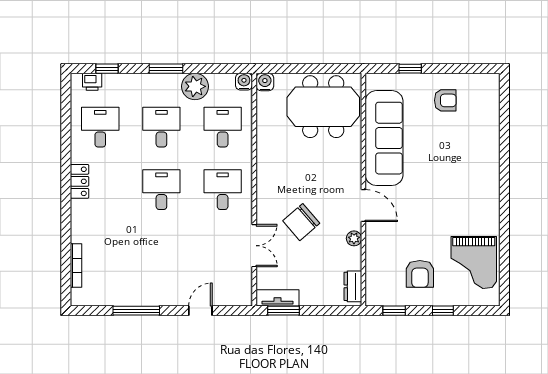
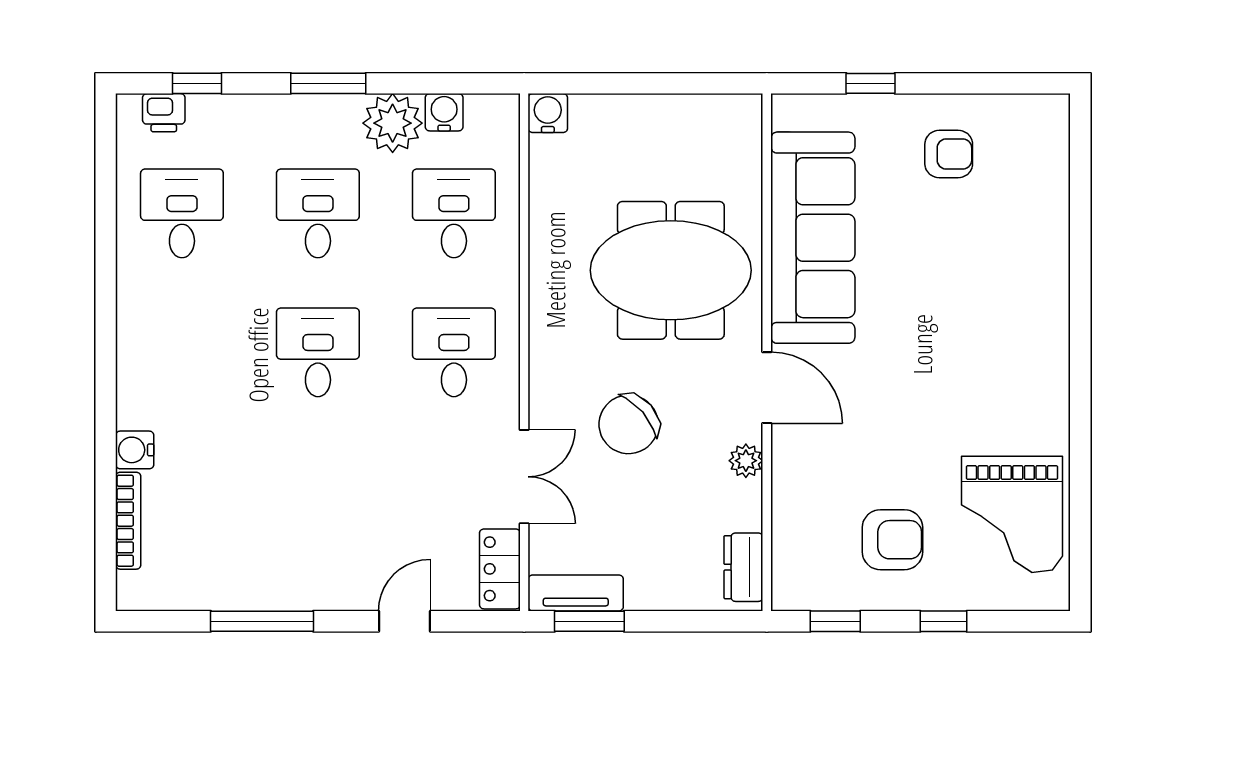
water cooler: (244, 82) -> (444, 112), moved
meeting table: (323, 107) -> (671, 270), moved
locker: (80, 181) -> (500, 569), moved, turned 180
water cooler: (79, 234) -> (135, 450), added
armchair: (420, 274) -> (892, 540), turned -90

